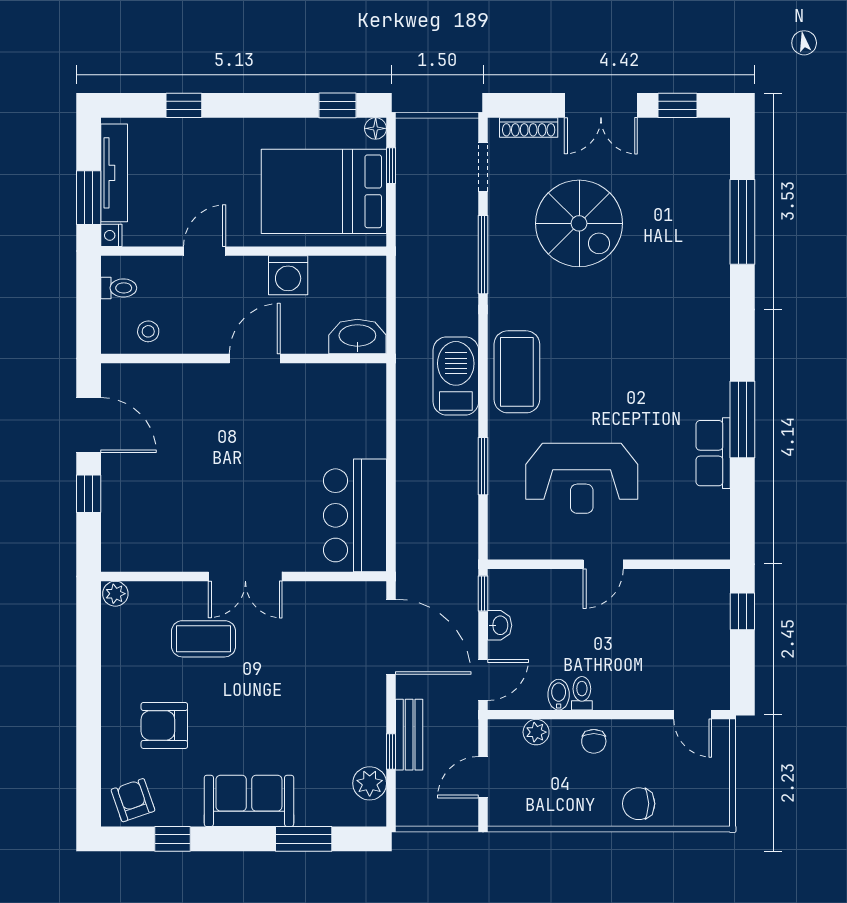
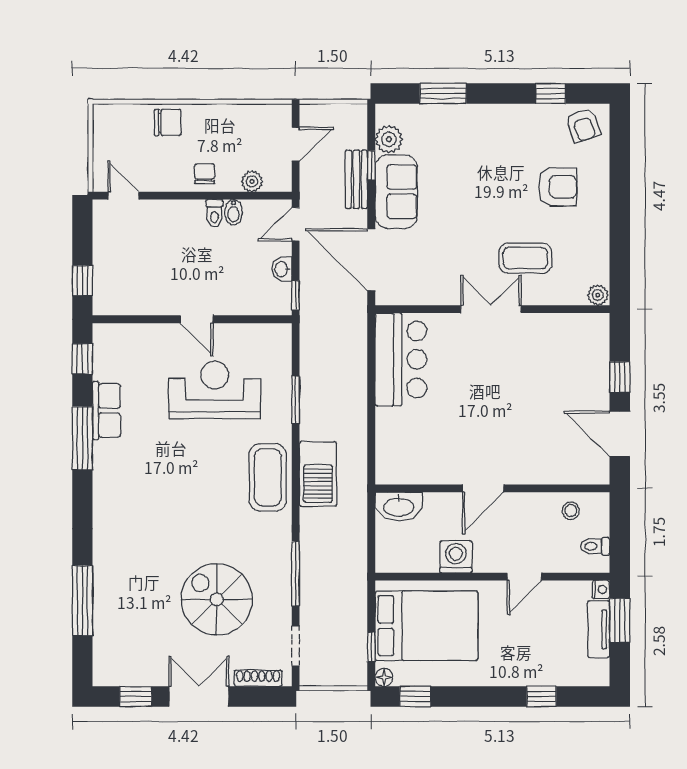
tv unit: (114, 173) -> (599, 629), width x0.71
window: (742, 516) -> (82, 359), added
door: (603, 564) -> (197, 319), swing flipped
sofa: (249, 801) -> (396, 192), moved, turned -90

